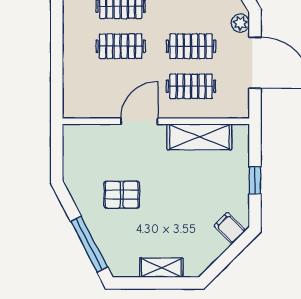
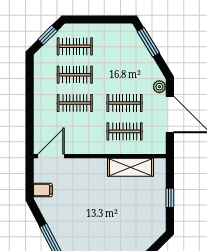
door: (139, 121) -> (51, 156), moved
pallet: (122, 195) -> (75, 208), removed
filing cabinet: (230, 228) -> (43, 190), moved, turned 135

